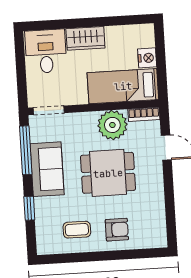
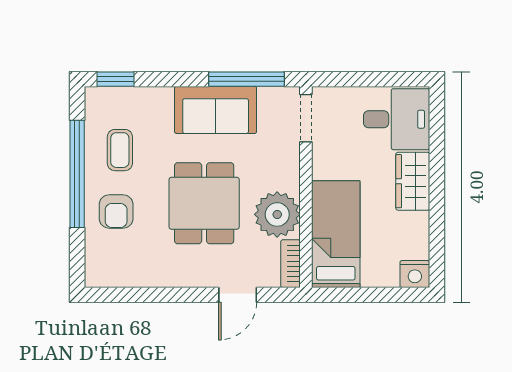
nightstand: (147, 58) -> (415, 274), moved
window: (29, 208) -> (115, 79), moved
window: (94, 256) -> (77, 174), added

